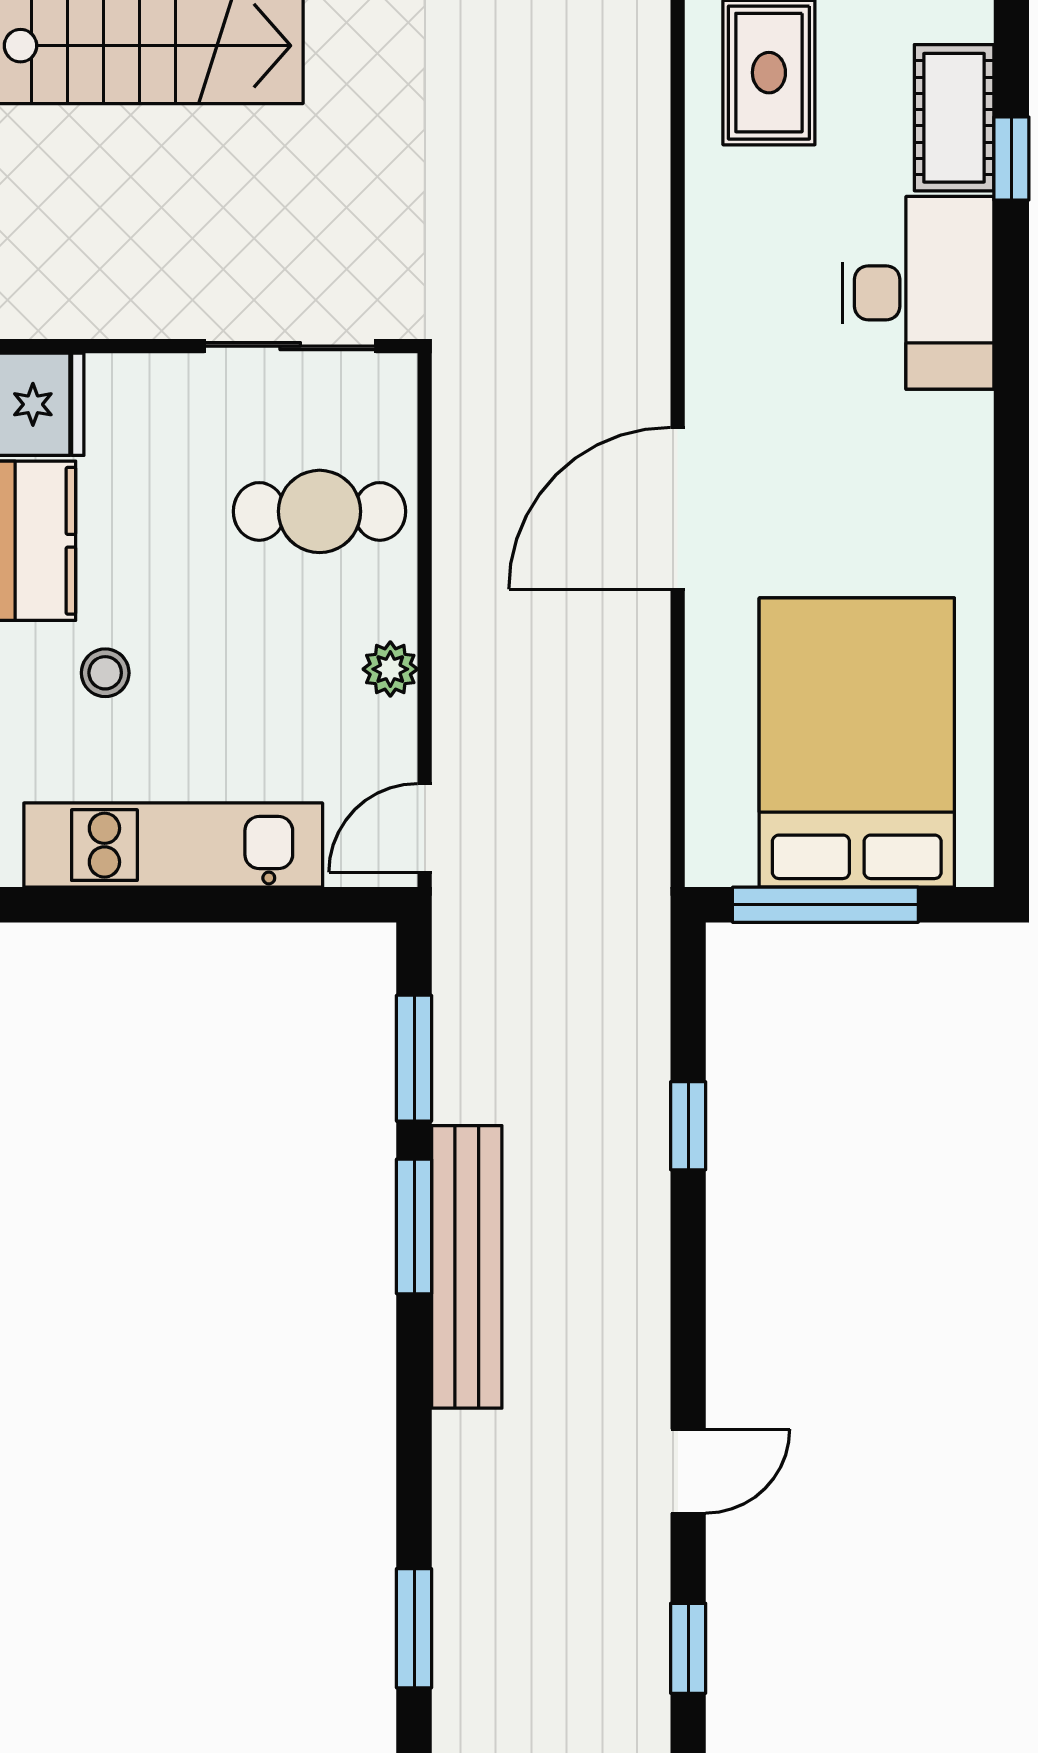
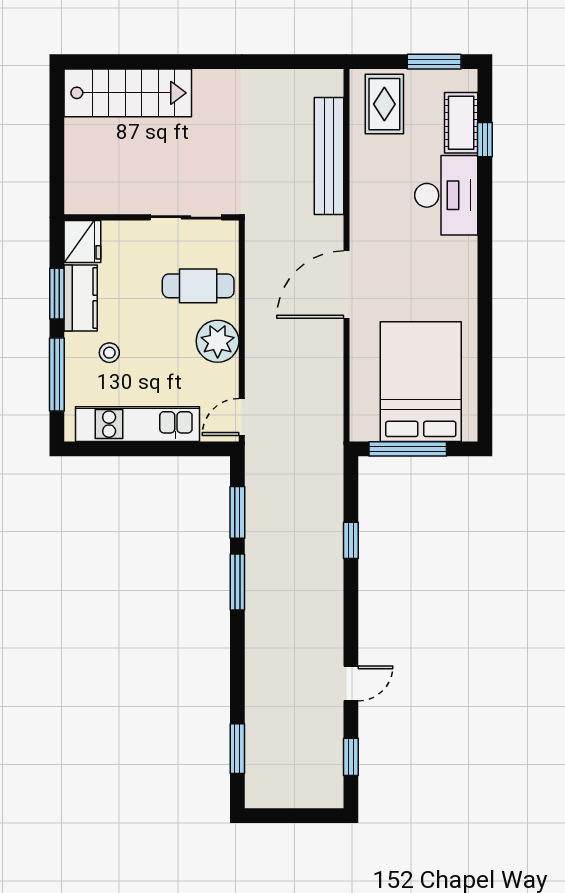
plant: (390, 669) -> (218, 341), width x1.88, depth x1.88
bench: (467, 1267) -> (329, 156), moved

